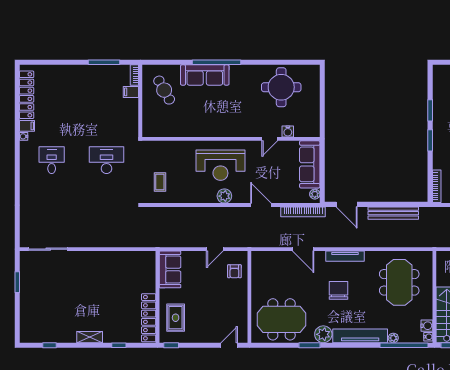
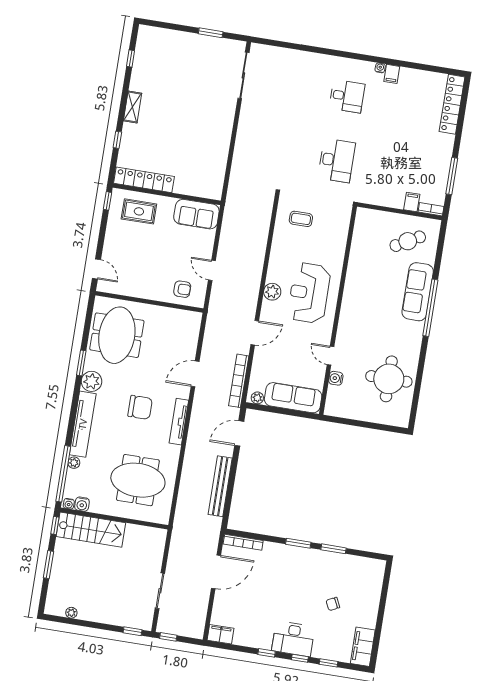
locker: (27, 95) -> (452, 104), moved, turned 90
armchair: (234, 271) -> (182, 289), turned 180

